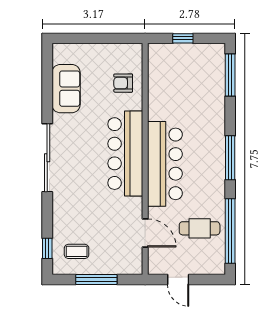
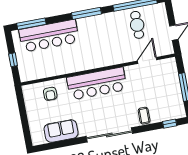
bar counter: (165, 164) -> (49, 36), moved, turned 180
coffee table: (77, 251) -> (144, 116), moved

